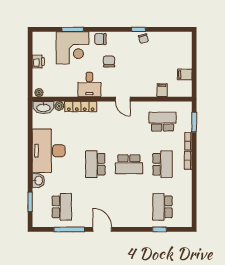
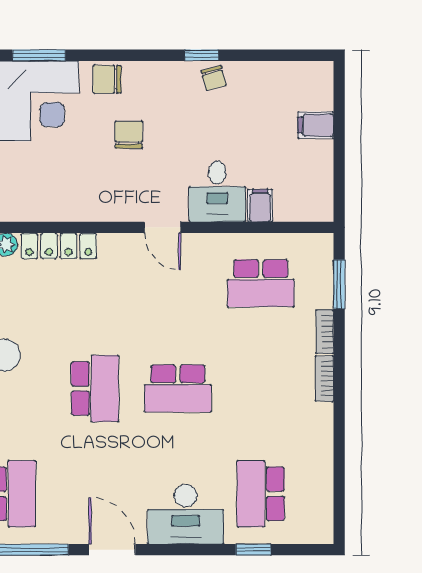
filing cabinet: (185, 74) -> (316, 125), moved
desk: (89, 84) -> (217, 191), moved
school desk: (162, 122) -> (261, 283), turned 180
school desk: (95, 164) -> (95, 389), turned 180
school desk: (162, 164) -> (261, 389), removed
desk: (132, 215) -> (186, 514), added

